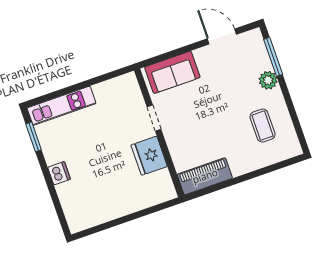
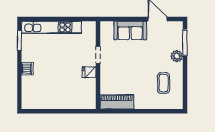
sofa: (172, 72) -> (130, 30), moved
kitchen unit: (62, 106) -> (51, 27), width x1.36
fridge: (149, 156) -> (89, 72), width x0.53, depth x0.75

